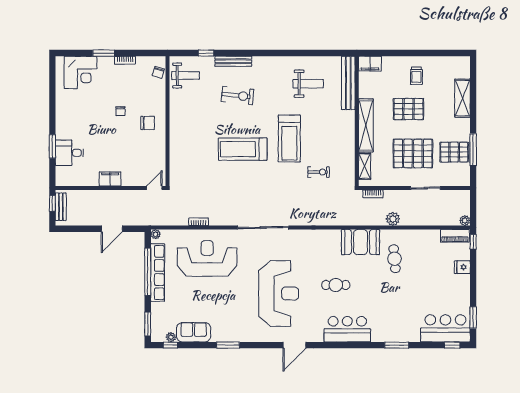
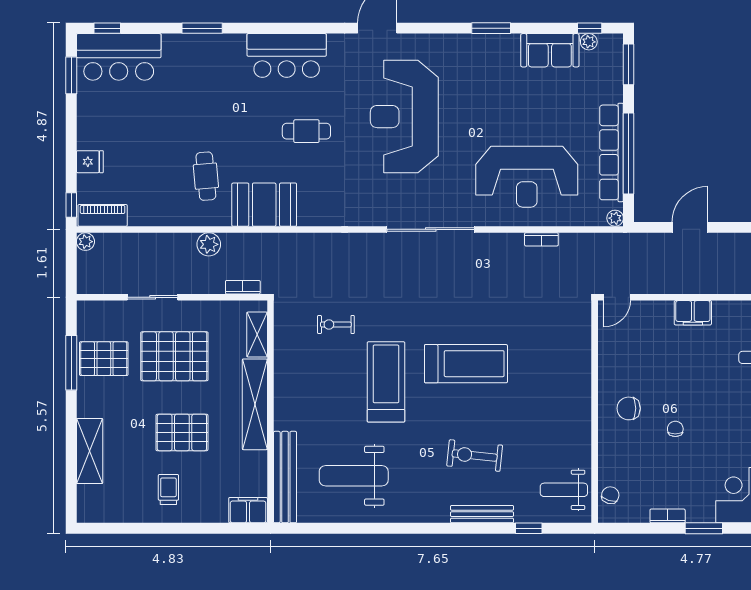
weight bench: (308, 84) -> (354, 476), width x1.36, depth x1.33

